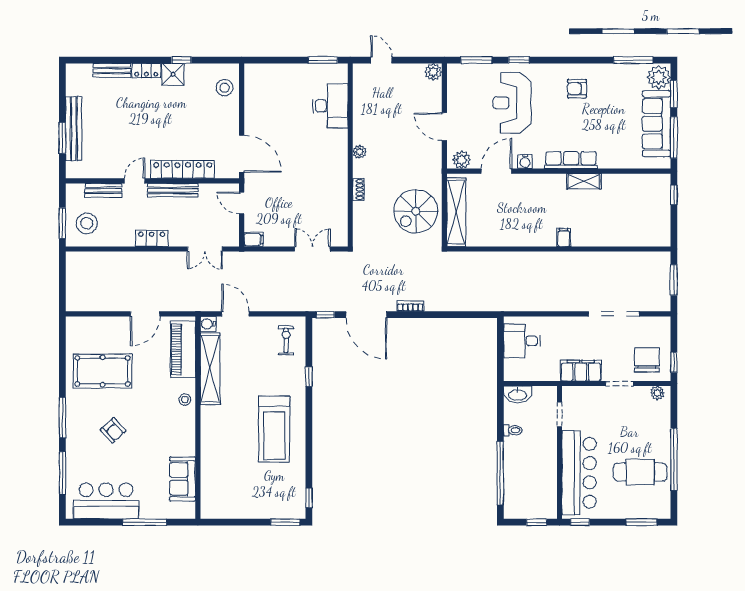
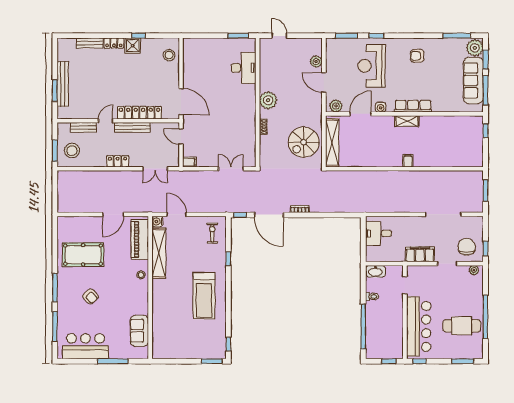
plant: (433, 72) -> (316, 62), moved
plant: (359, 152) -> (268, 100), width x1.88, depth x1.88
shelving: (584, 181) -> (407, 121), moved

